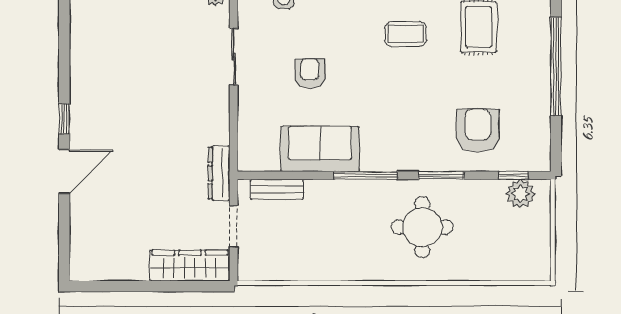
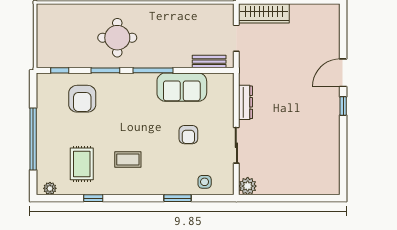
dresser: (219, 173) -> (246, 102), moved
plant: (520, 194) -> (55, 59), removed

